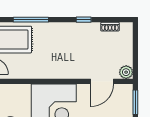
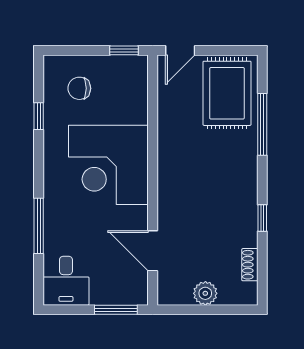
plant: (126, 72) -> (205, 293), moved

